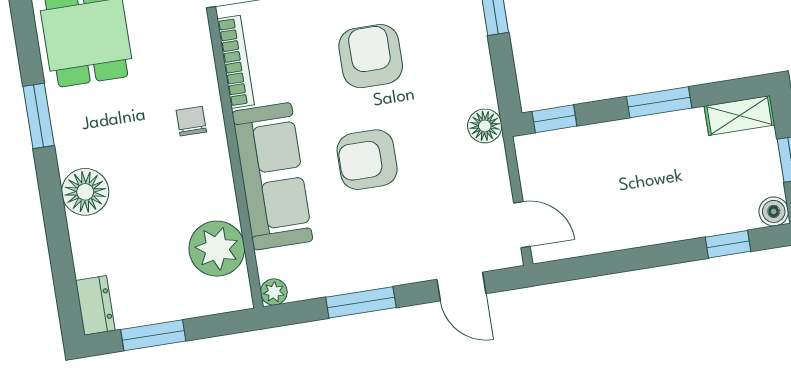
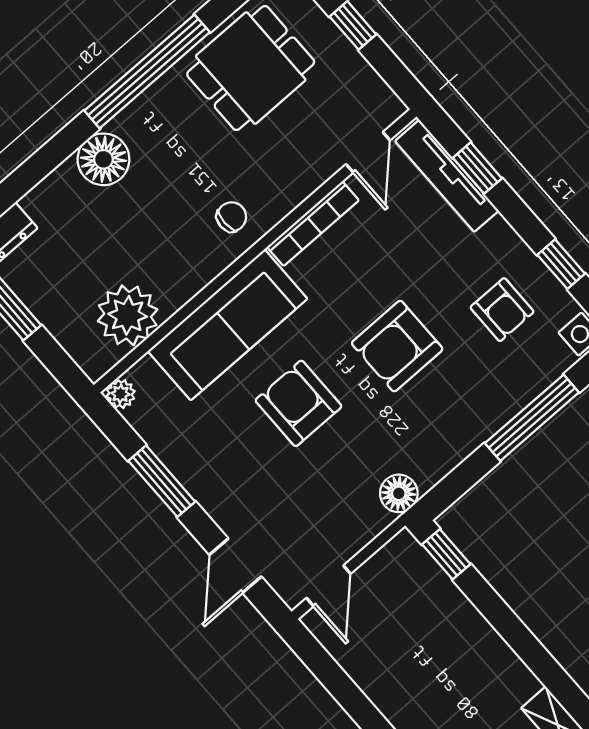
armchair: (371, 56) -> (397, 346), turned 180
window: (659, 102) -> (523, 642), removed
window: (39, 116) -> (147, 71), width x2.11

